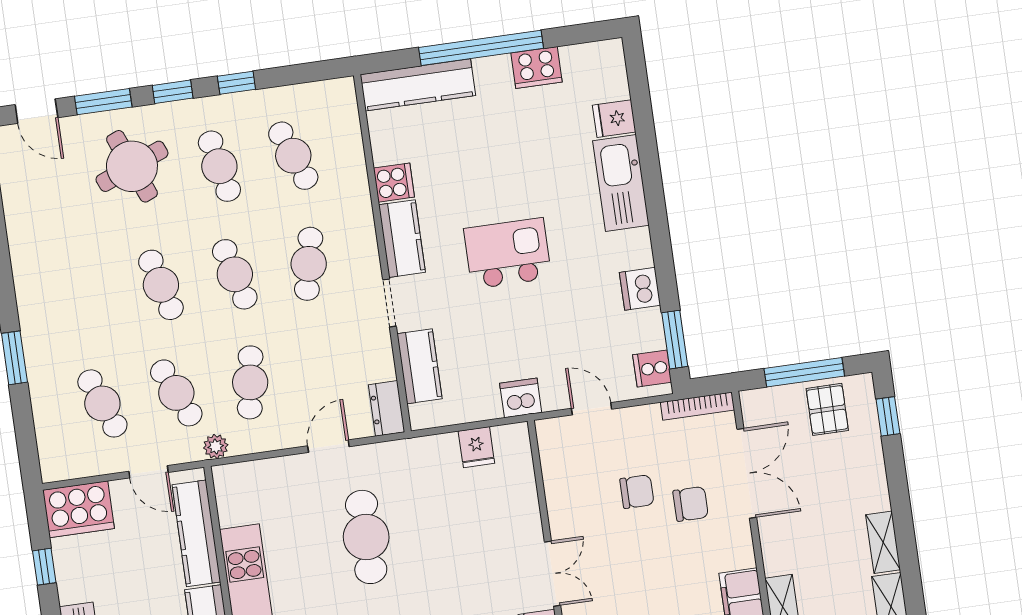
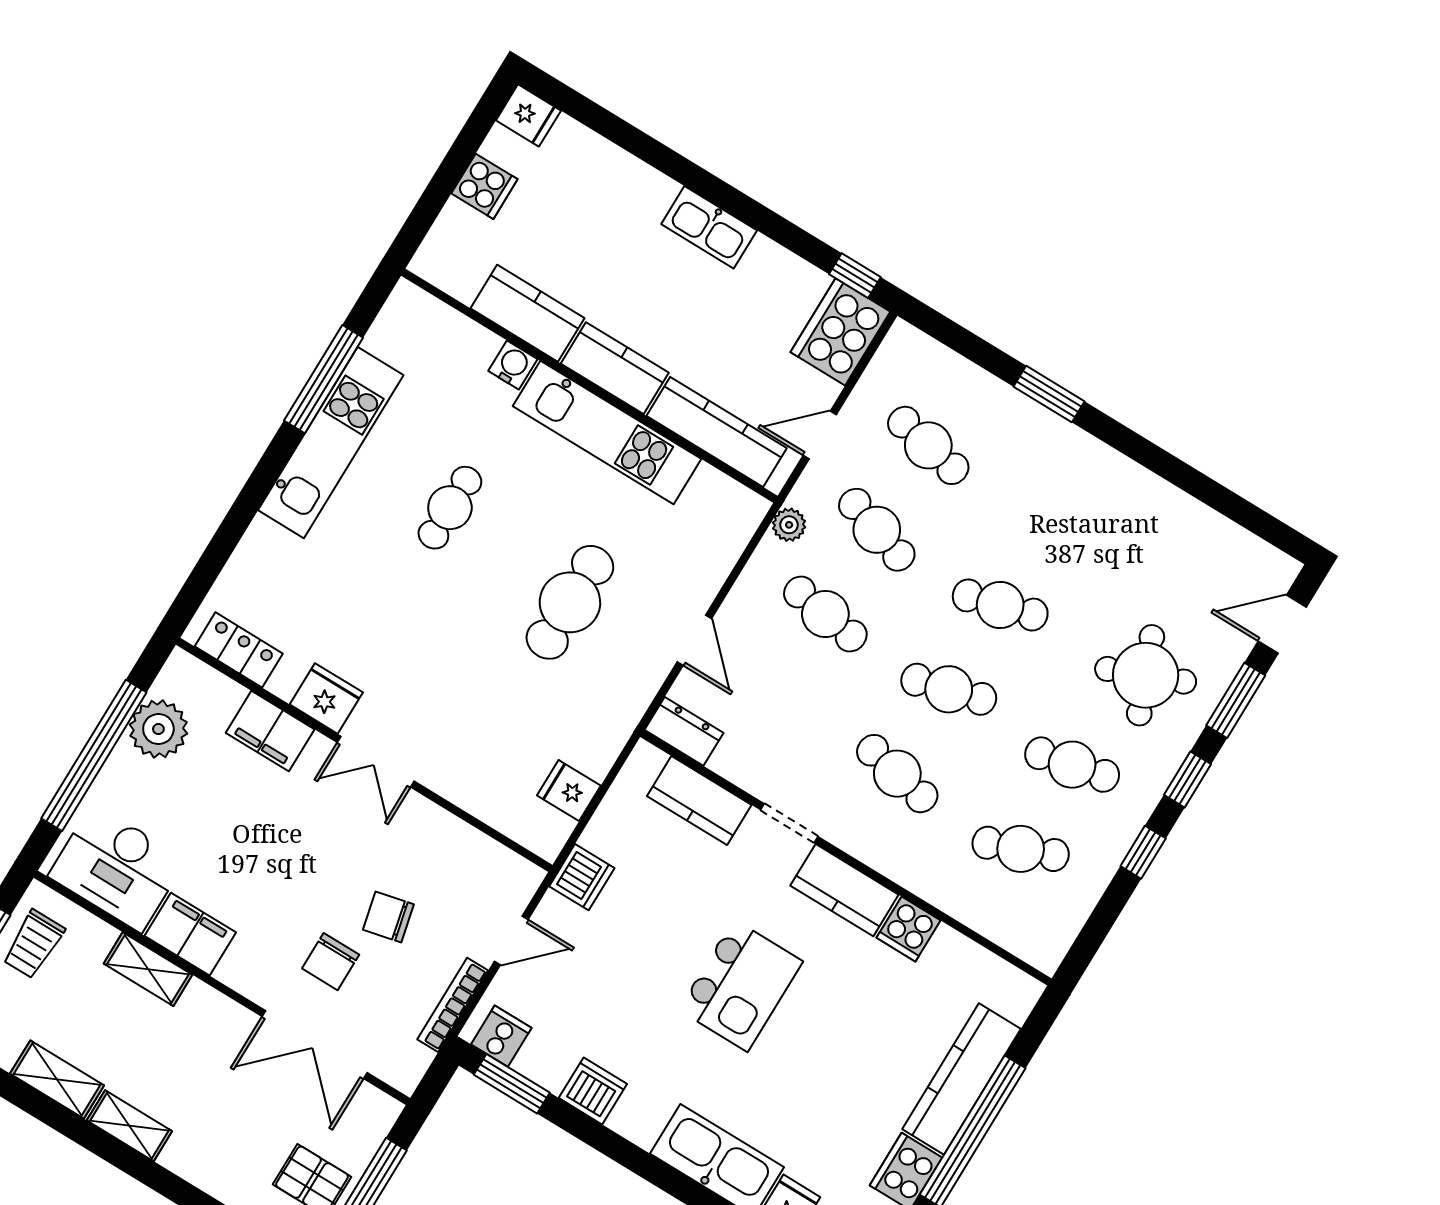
kitchen counter: (418, 85) -> (961, 1079), moved
cafe table: (176, 393) -> (877, 530), turned 42
cafe table: (102, 403) -> (928, 445), turned 33
bookcase: (697, 406) -> (453, 1005), moved
chair: (637, 492) -> (388, 917), turned 77
cafe table: (366, 537) -> (570, 602), turned 90
window: (44, 567) -> (855, 276), moved

